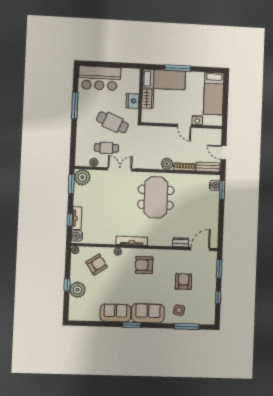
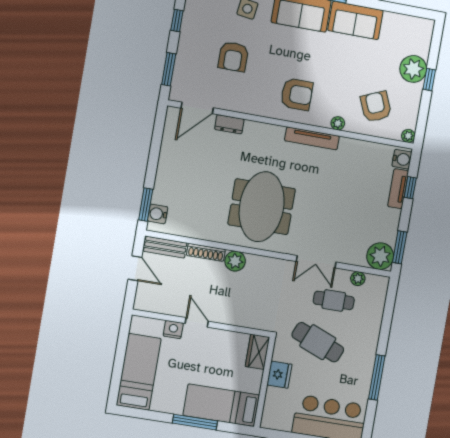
wardrobe: (148, 99) -> (257, 352), moved
armchair: (97, 264) -> (376, 107), turned 101

